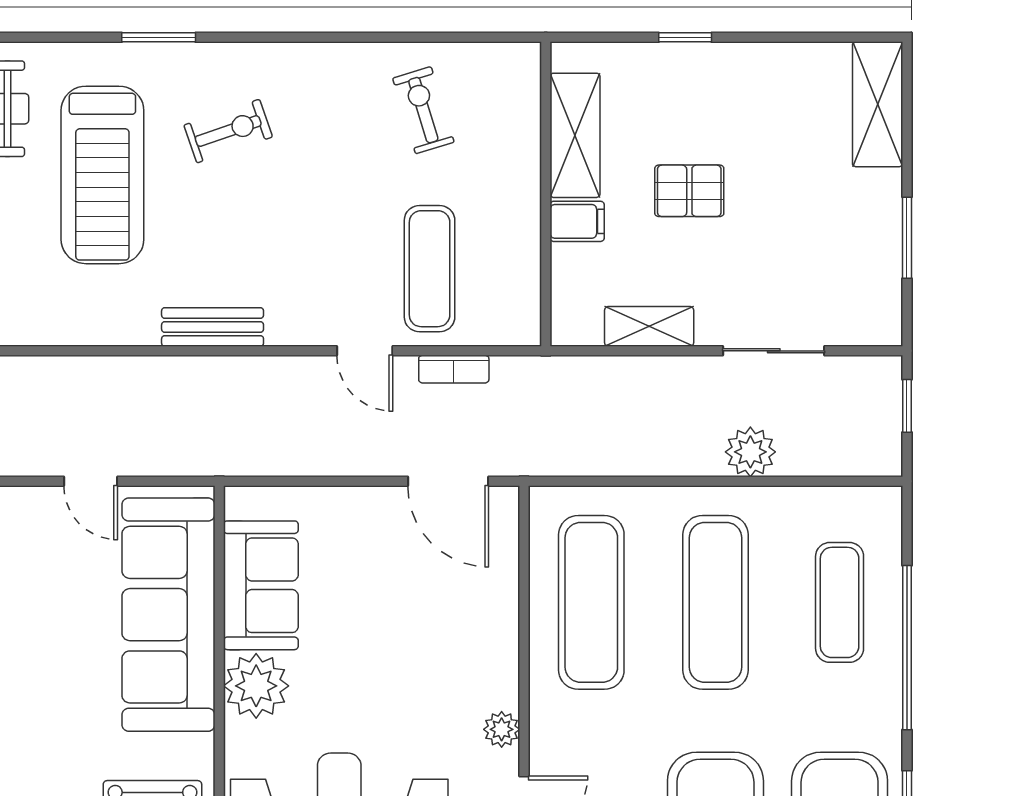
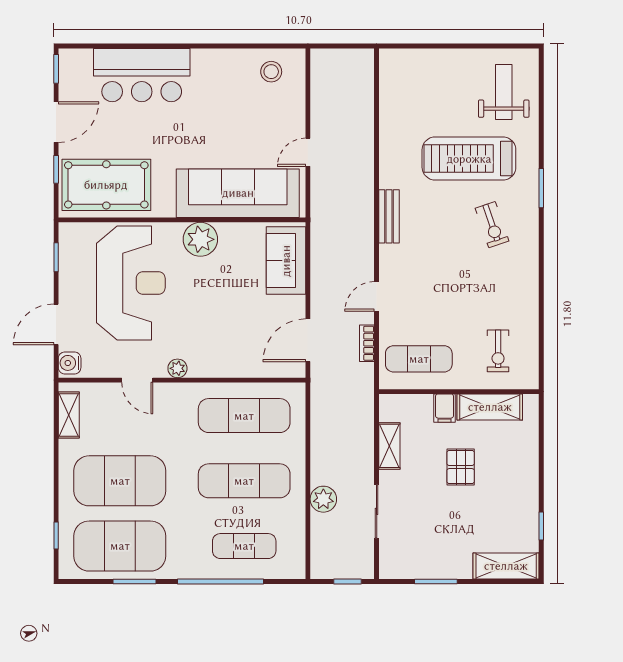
window: (685, 37) -> (541, 526), moved
exercise bike: (423, 110) -> (498, 351), moved, turned 107
exercise mat: (430, 269) -> (419, 359), moved
sofa: (261, 585) -> (286, 261), moved, turned 90

